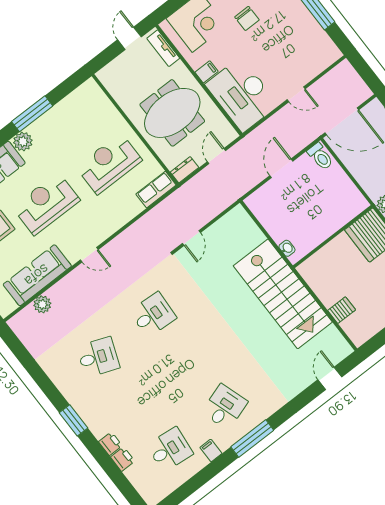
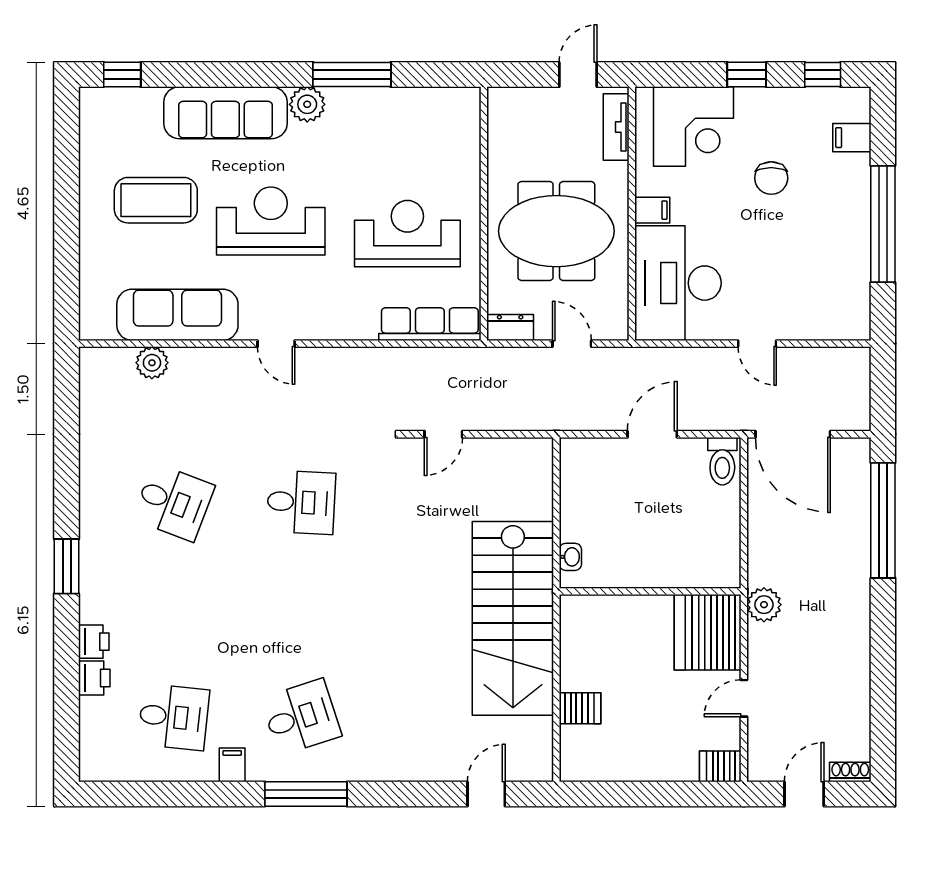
door: (216, 156) -> (572, 344), hinge flipped
row of seats: (156, 190) -> (430, 324), width x1.48

